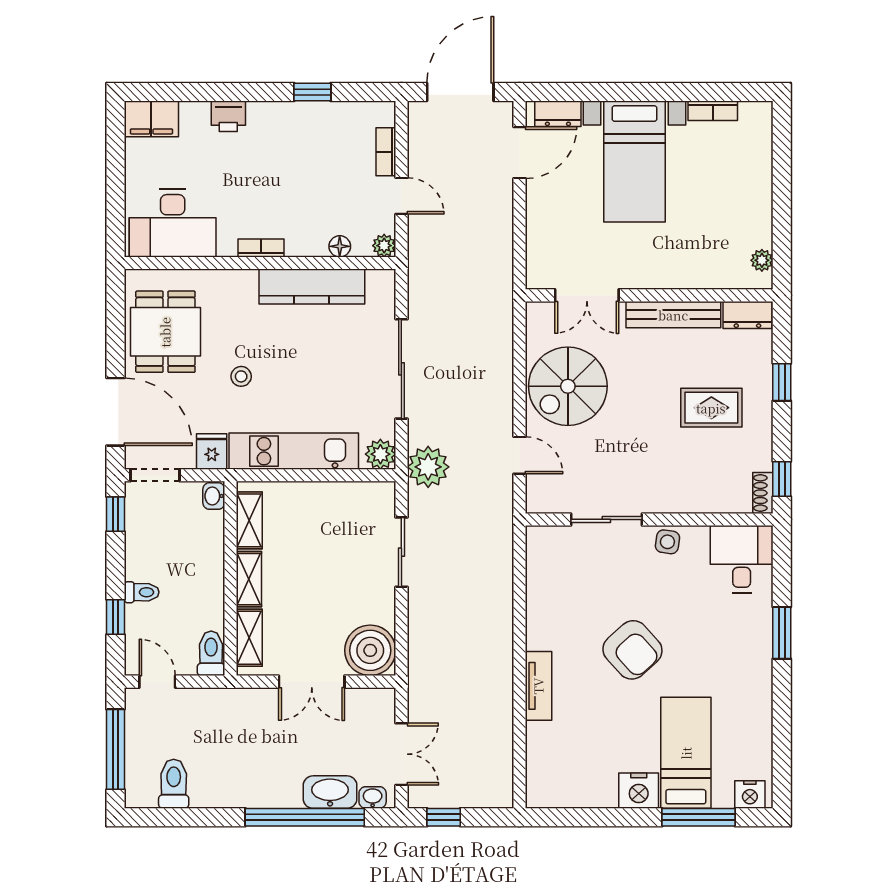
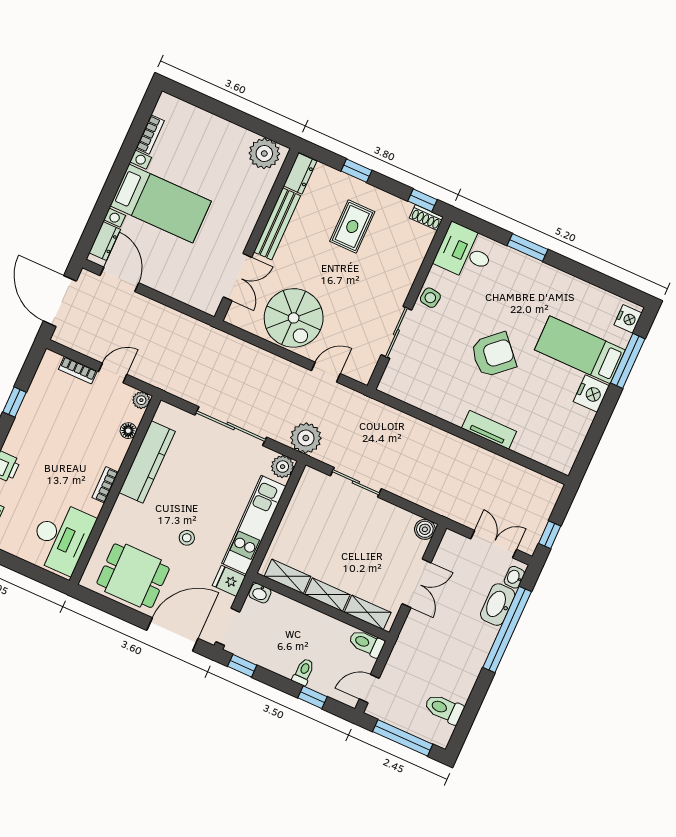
plant: (762, 260) -> (264, 153), width x1.87, depth x1.87
boiler: (370, 650) -> (425, 529), width x0.54, depth x0.54

